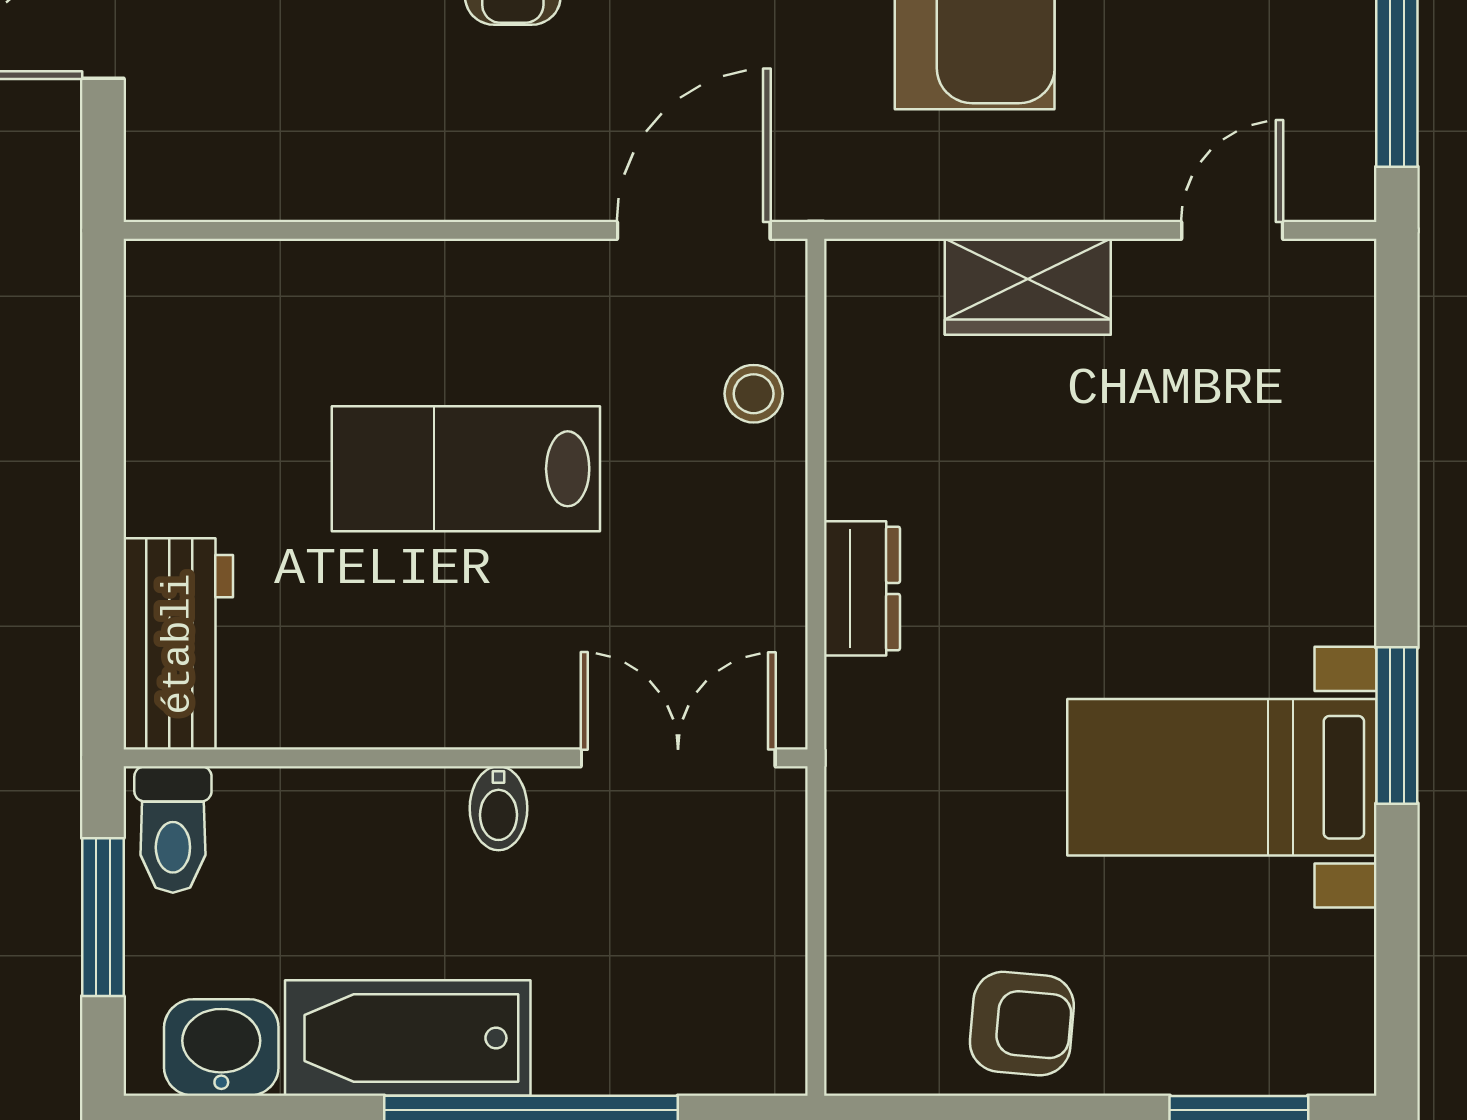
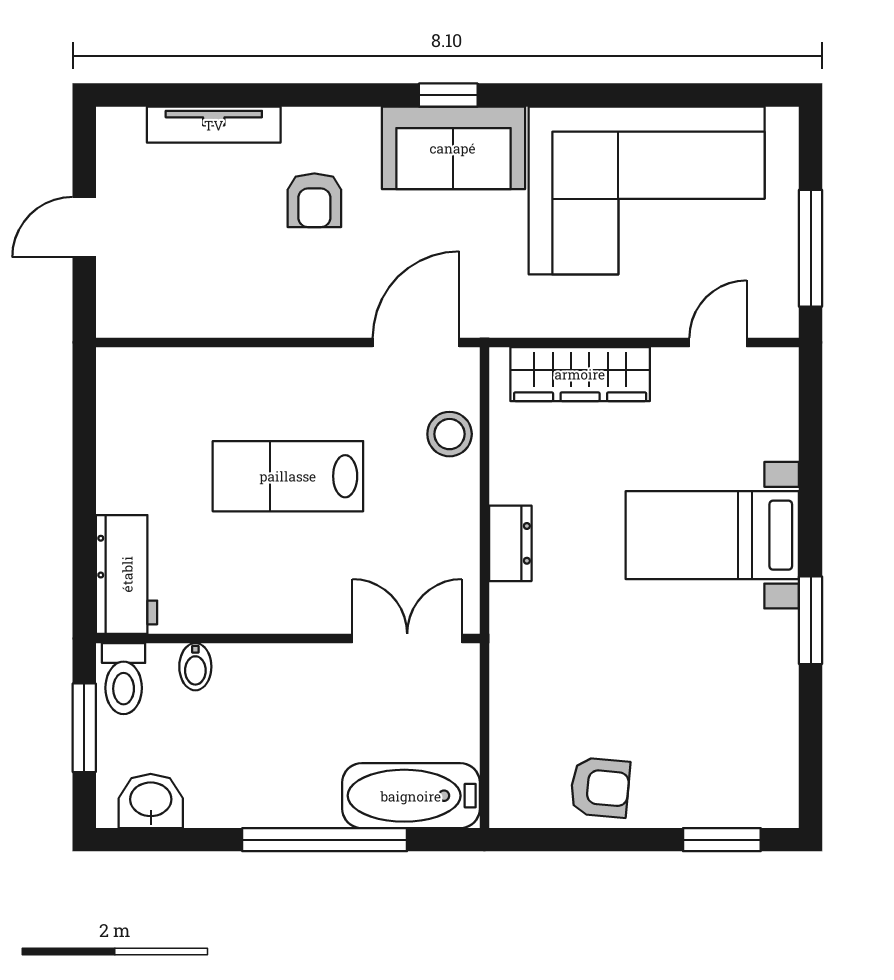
wardrobe: (1028, 287) -> (580, 374), width x1.50
stool: (754, 394) -> (450, 434), width x1.37, depth x1.37
bed with nightstands: (1222, 777) -> (712, 535), moved
bidet: (499, 808) -> (195, 667), moved
bathtub: (408, 1038) -> (411, 796), moved

